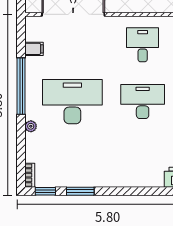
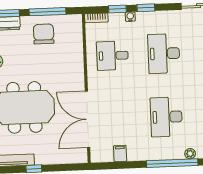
window: (21, 86) -> (172, 163), moved
desk: (72, 102) -> (166, 117), width x0.73, depth x0.77

